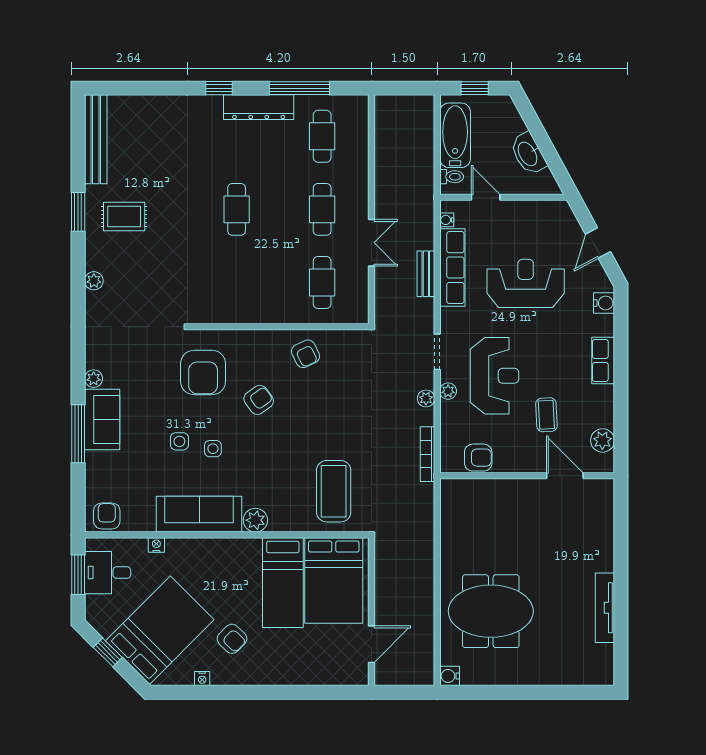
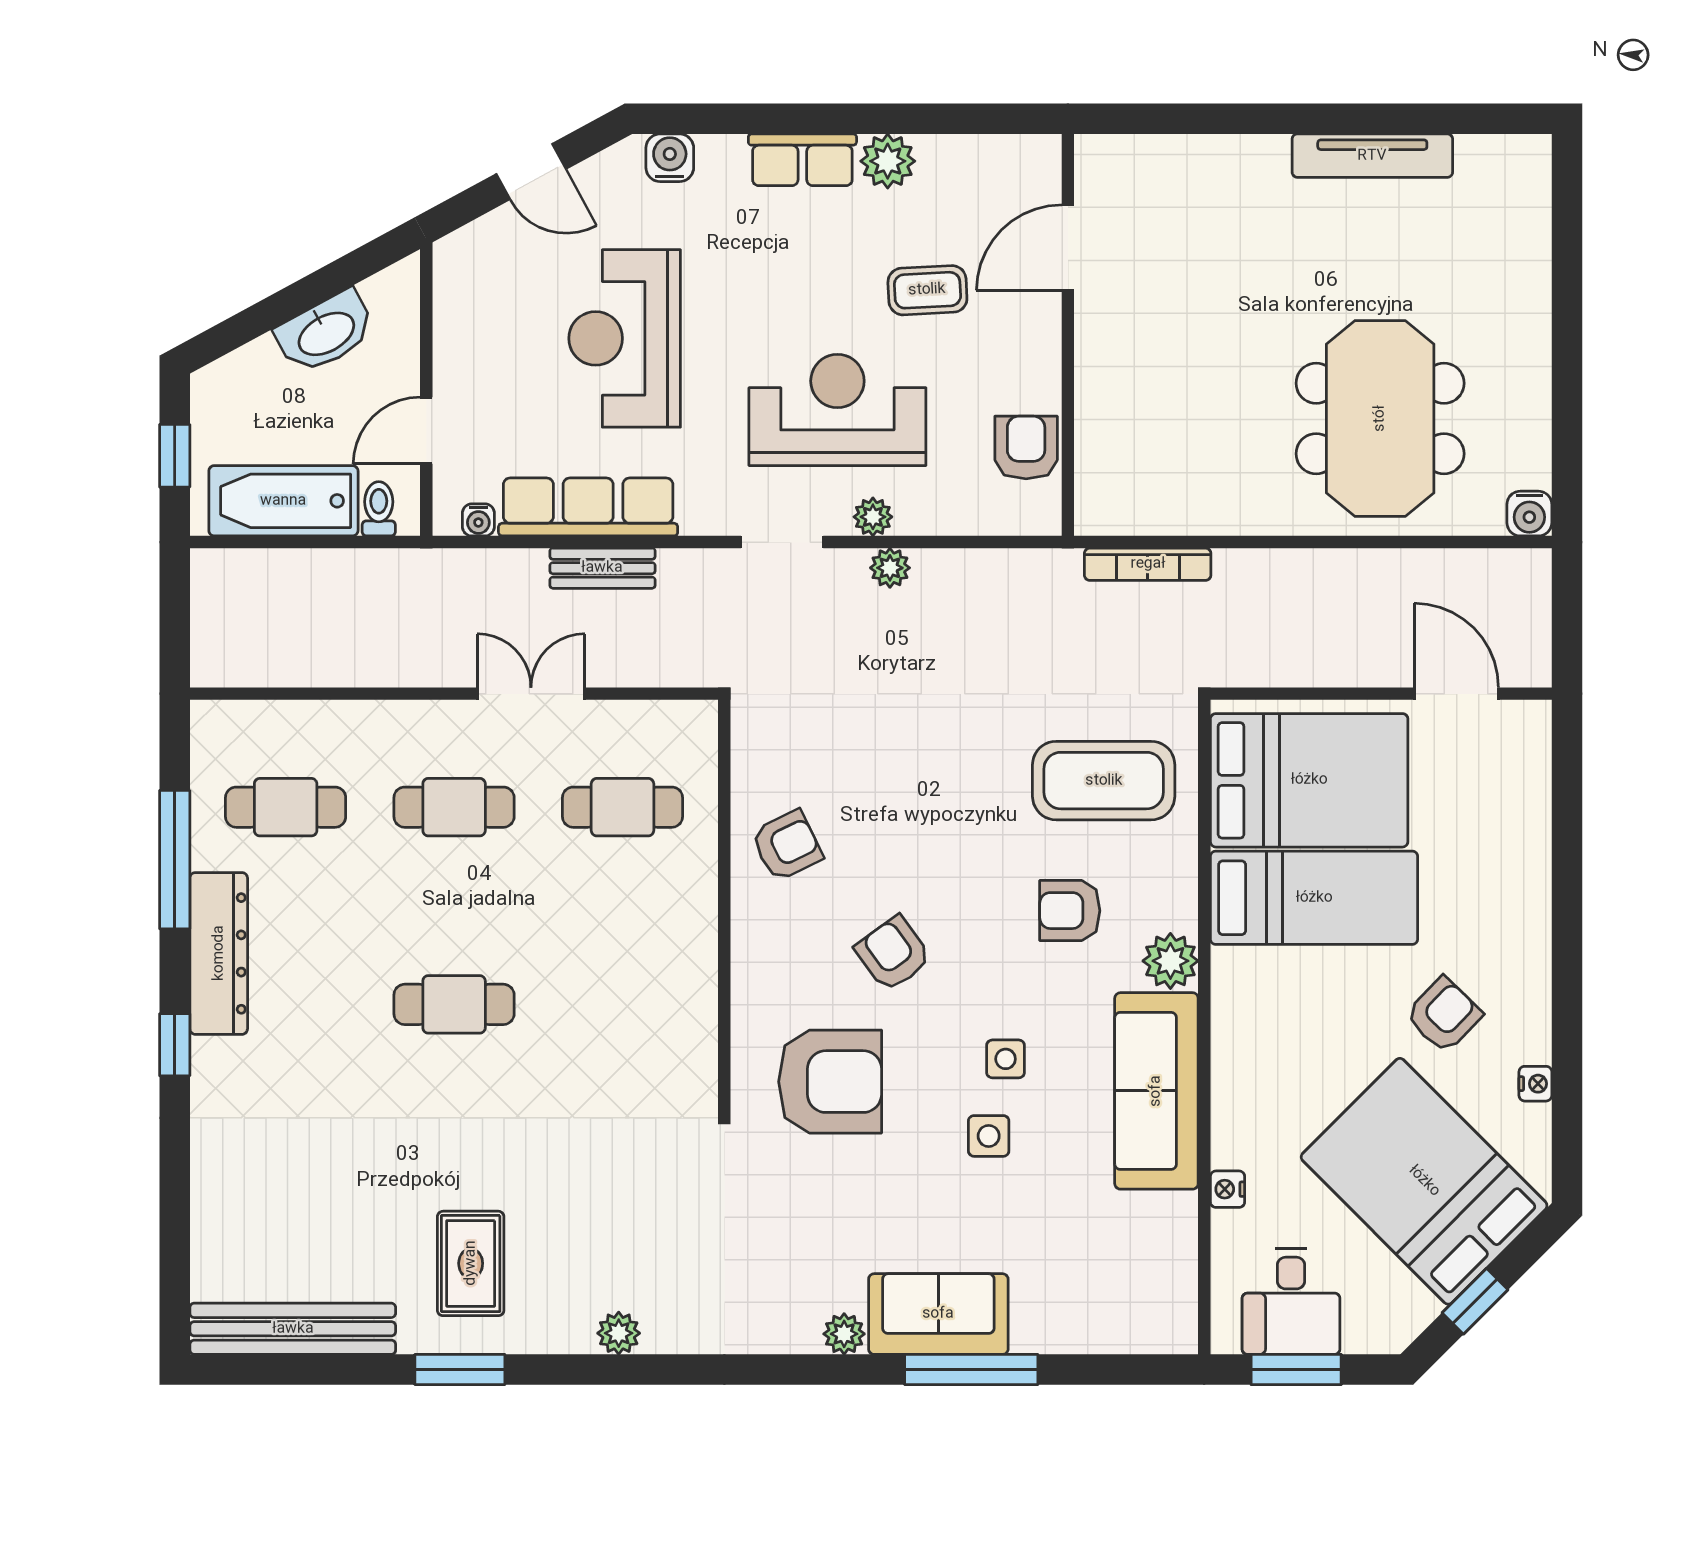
plant: (602, 440) -> (888, 161), moved
bookcase: (428, 454) -> (1148, 564), moved
armchair: (107, 516) -> (1070, 911), moved

